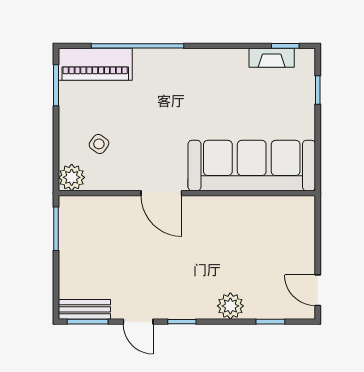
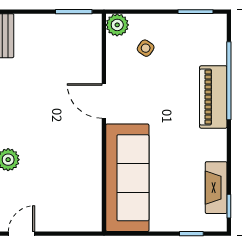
fireplace: (272, 58) -> (216, 188), width x1.37, depth x1.32
piano: (95, 64) -> (213, 97), moved
door: (161, 193) -> (104, 101), hinge flipped

